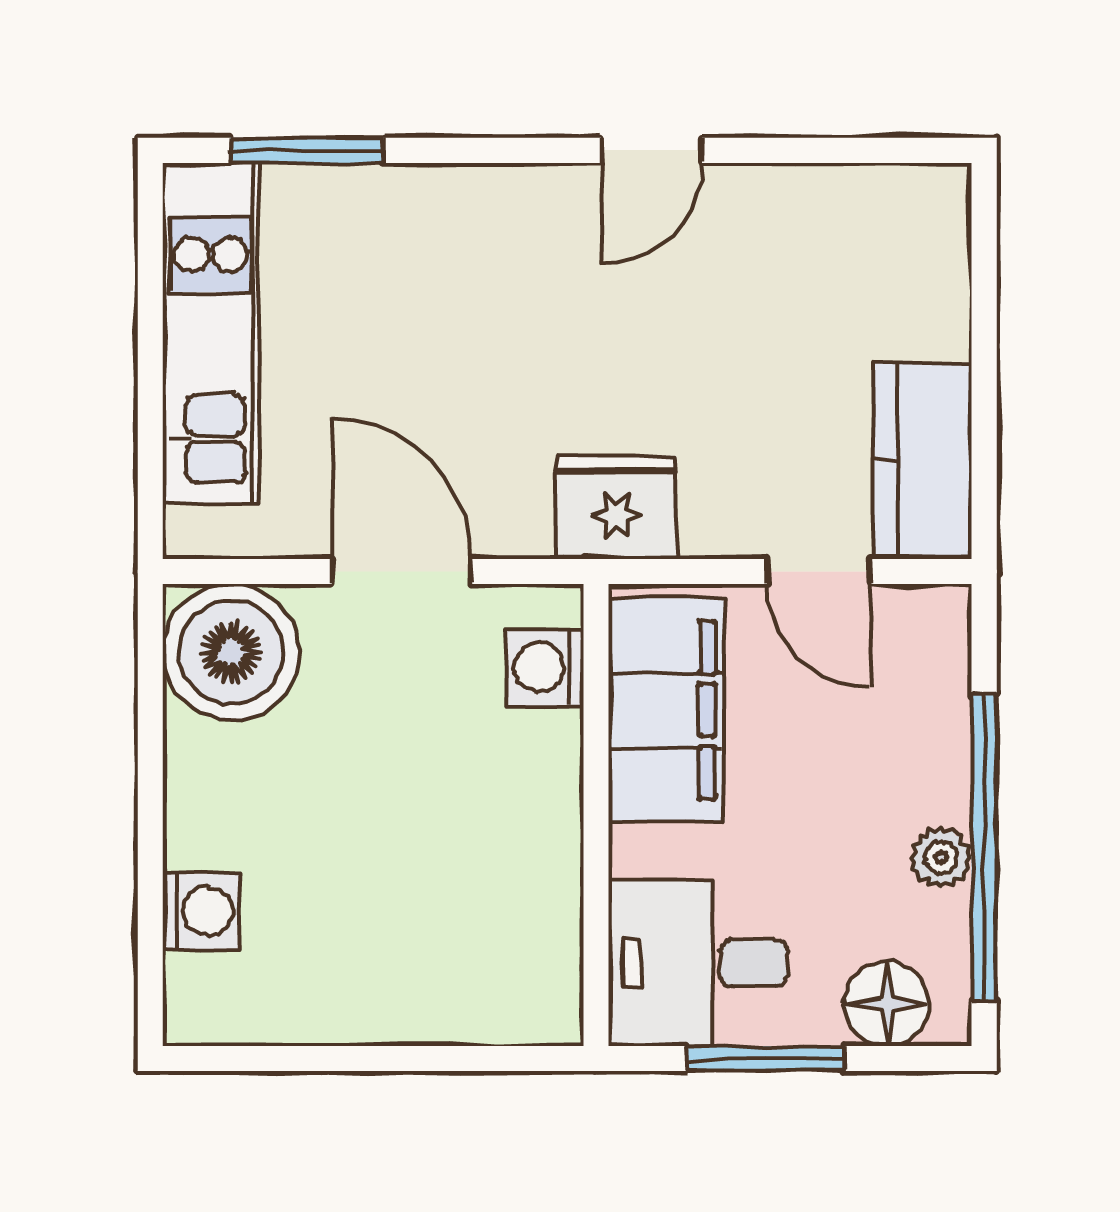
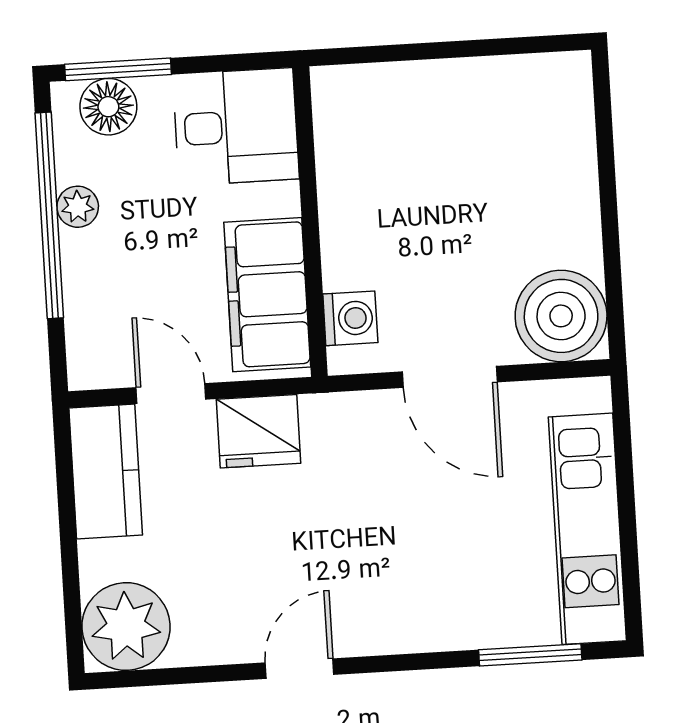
plant: (906, 228) -> (126, 627), added
fridge: (616, 508) -> (259, 431), moved
washing machine: (201, 911) -> (571, 142), removed
window: (765, 1059) -> (118, 69), moved

